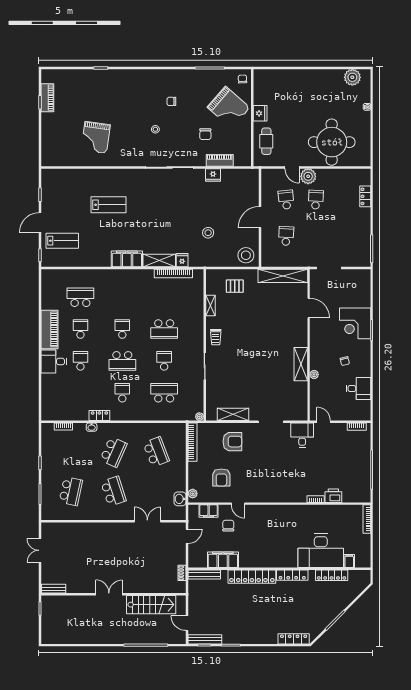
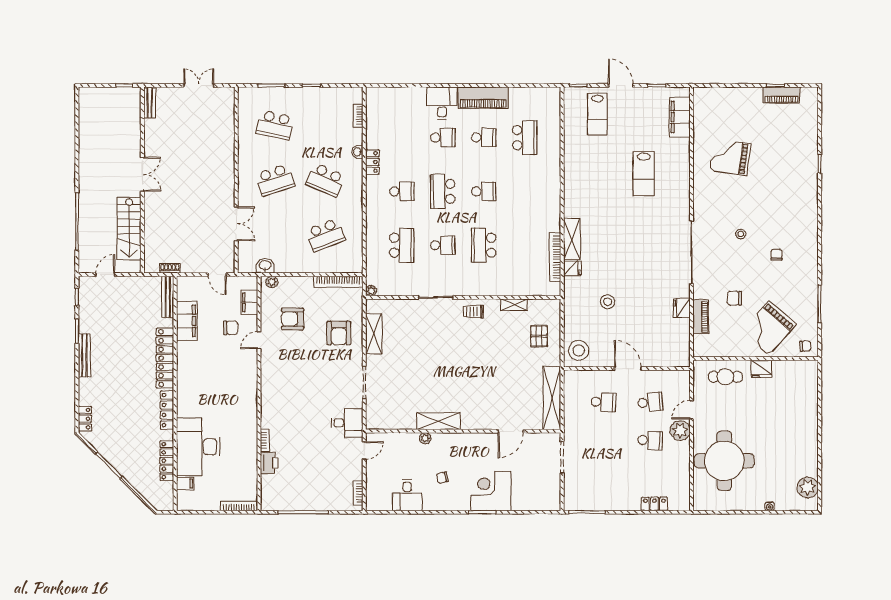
filing cabinet: (127, 259) -> (680, 117), moved, turned 180
bench: (205, 639) -> (84, 356), moved
locker: (294, 639) -> (85, 419), width x0.66

